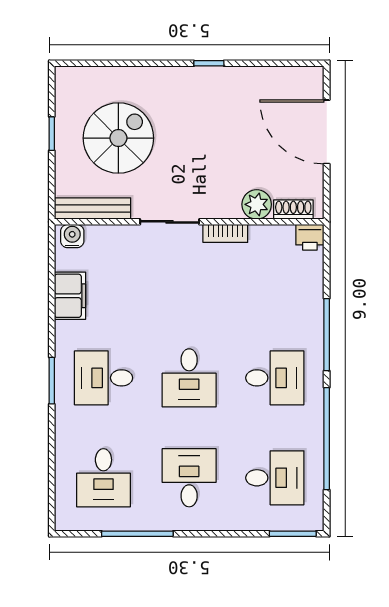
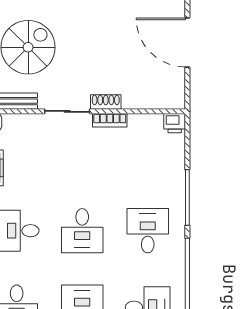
plant: (257, 204) -> (134, 98), removed
shoe rack: (293, 210) -> (106, 102), moved
desk: (275, 378) -> (148, 231), turned -90

